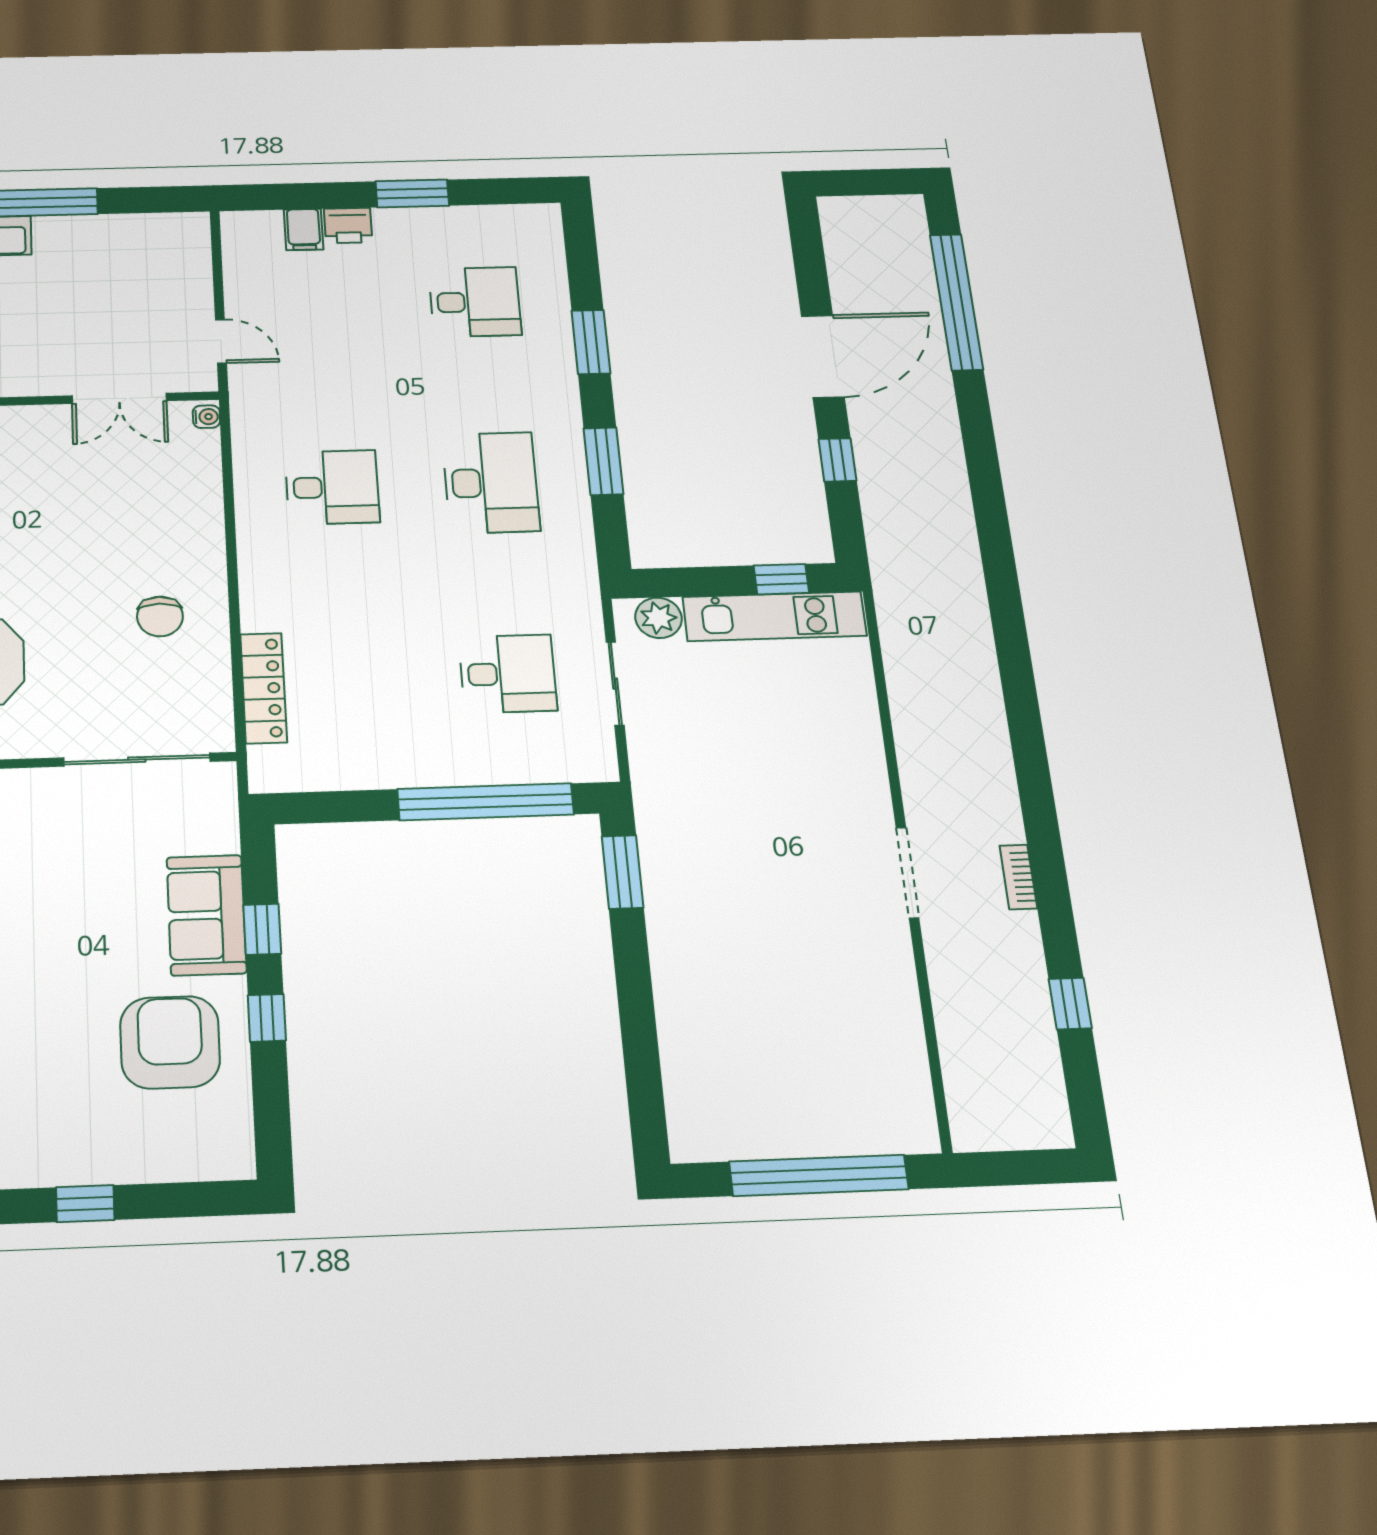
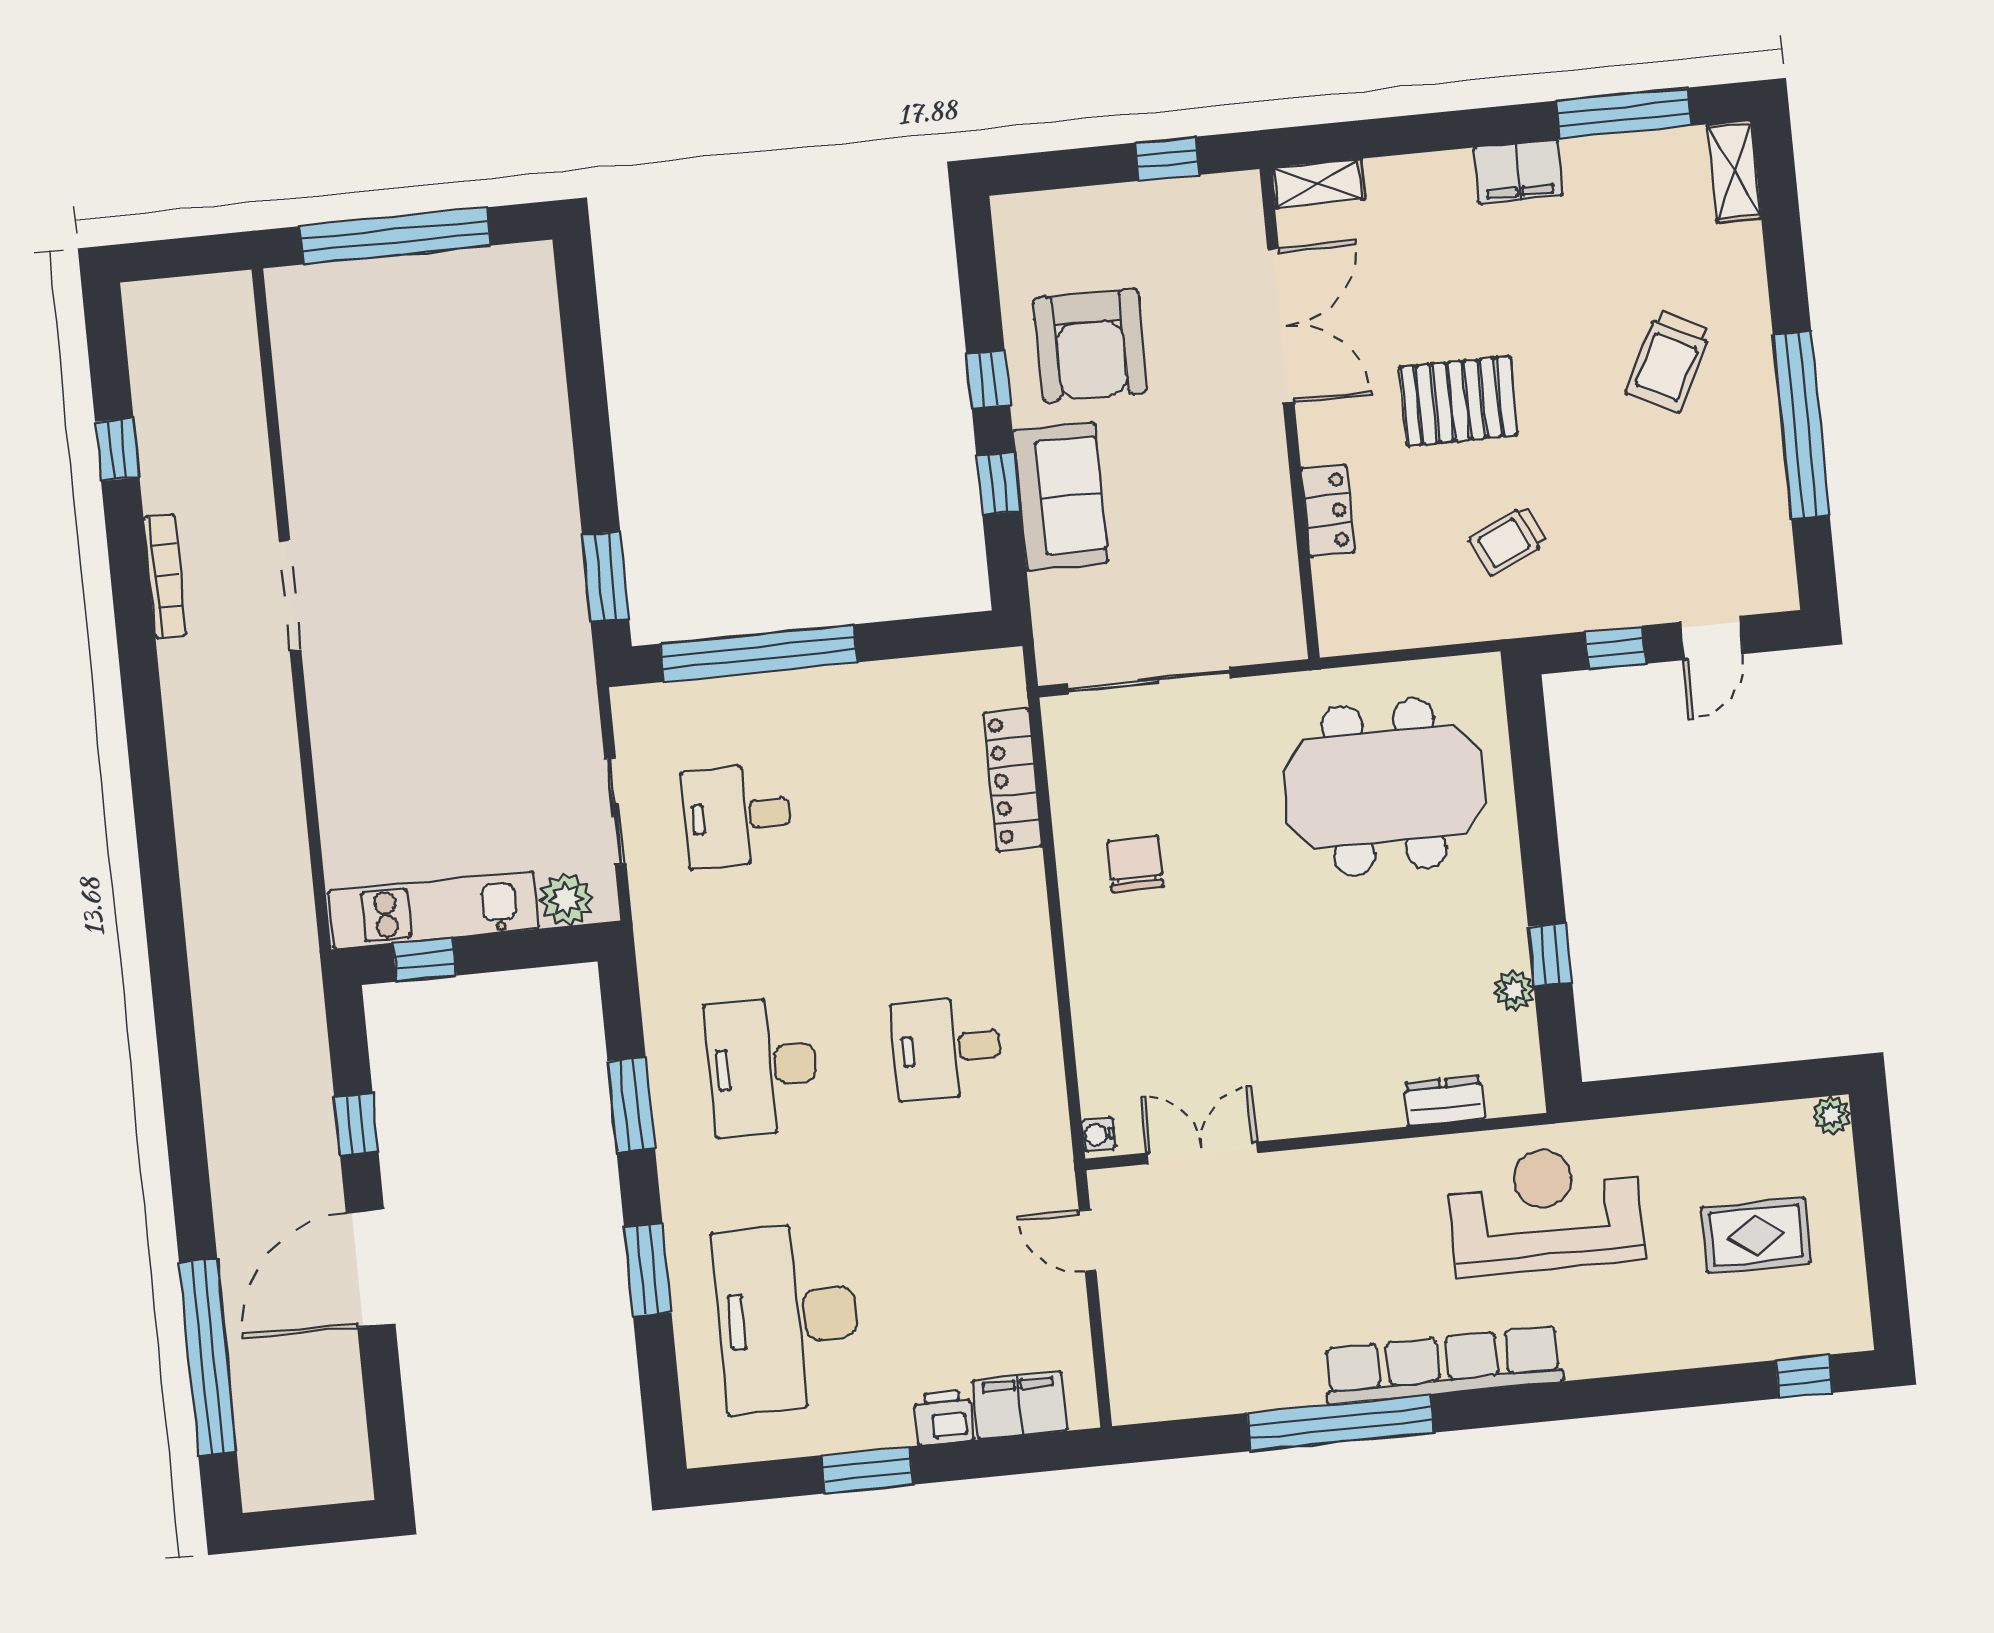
filing cabinet: (304, 230) -> (1019, 1406), width x2.00
desk: (475, 302) -> (787, 1317), width x1.87, depth x1.30
bookcase: (1018, 877) -> (165, 576), width x1.56

